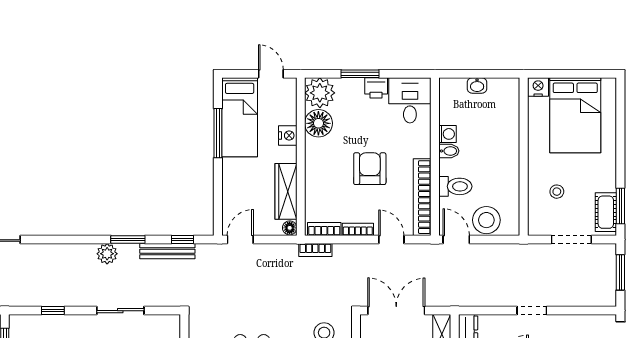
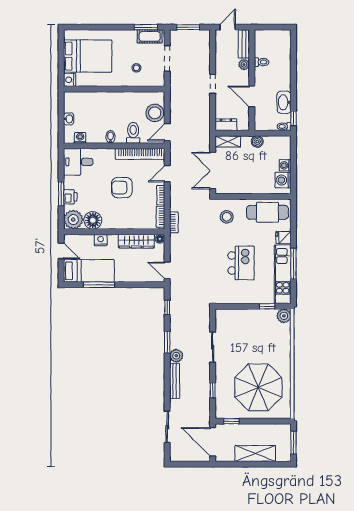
door: (271, 74) -> (61, 251), swing flipped
printer: (376, 88) -> (70, 197), moved
washing machine: (447, 134) -> (80, 138), moved
bench: (167, 251) -> (175, 381), moved

